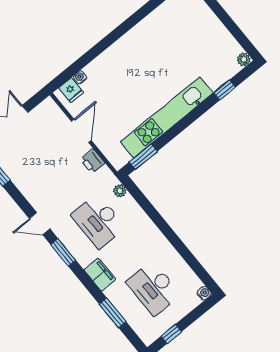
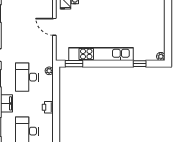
door: (81, 131) -> (54, 27), swing flipped
printer: (92, 161) -> (48, 107), moved

